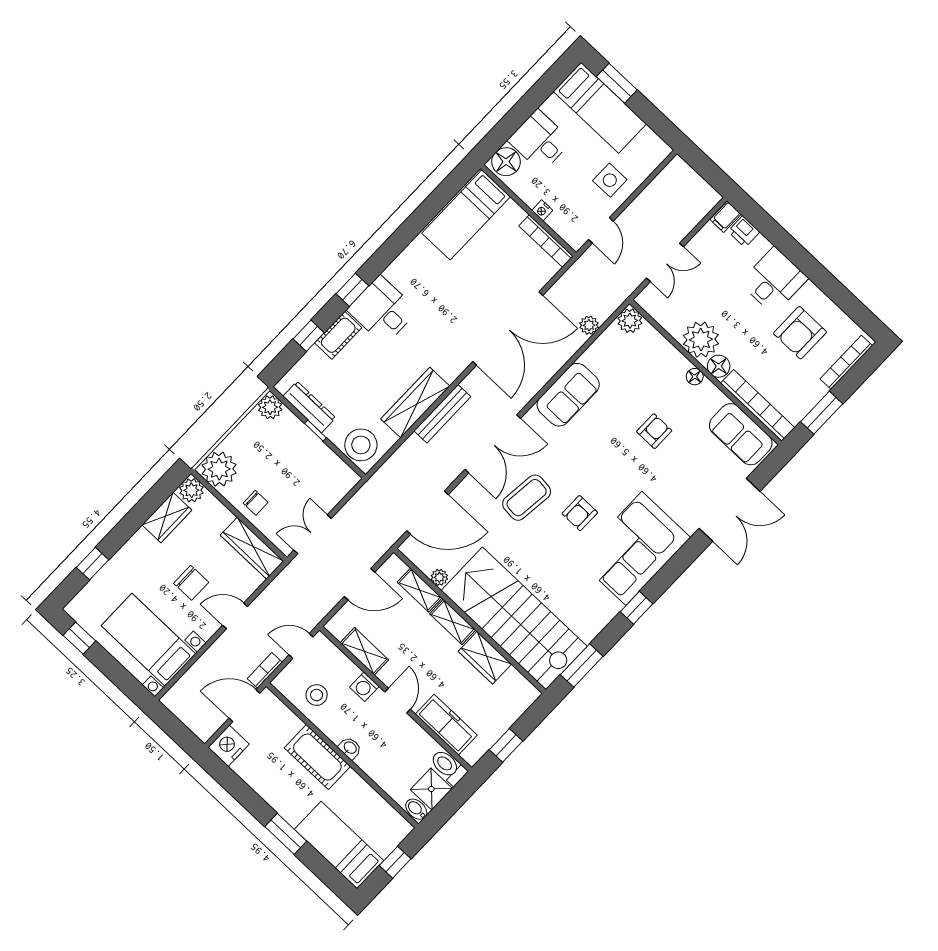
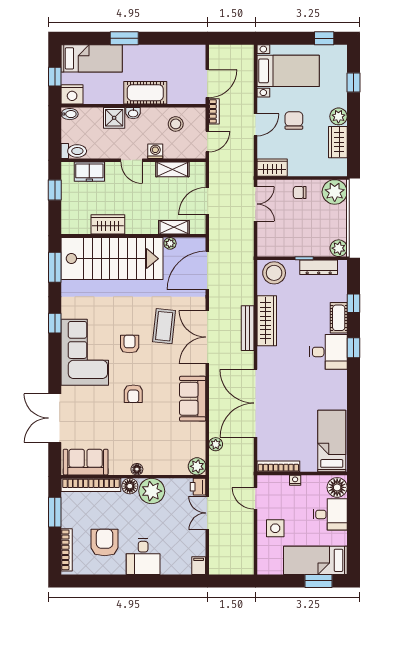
printer: (744, 232) -> (198, 487), moved, turned -90
armchair: (654, 431) -> (133, 394), moved
plant: (191, 490) -> (338, 116), moved
wardrobe: (252, 548) -> (272, 168), width x0.67
chair: (191, 583) -> (294, 120), turned 90
shelving: (453, 622) -> (142, 227), removed
freezer: (446, 725) -> (89, 172), width x0.71
nightstand: (229, 746) -> (72, 94), moved, turned 90
shower: (431, 789) -> (114, 118), moved

